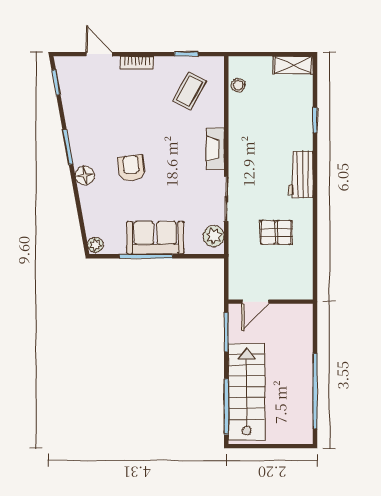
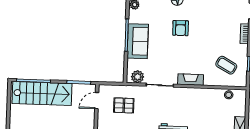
armchair: (131, 168) -> (181, 28), turned 97
pallet: (276, 232) -> (124, 105), moved, turned 90
door: (255, 302) -> (97, 101), hinge flipped

